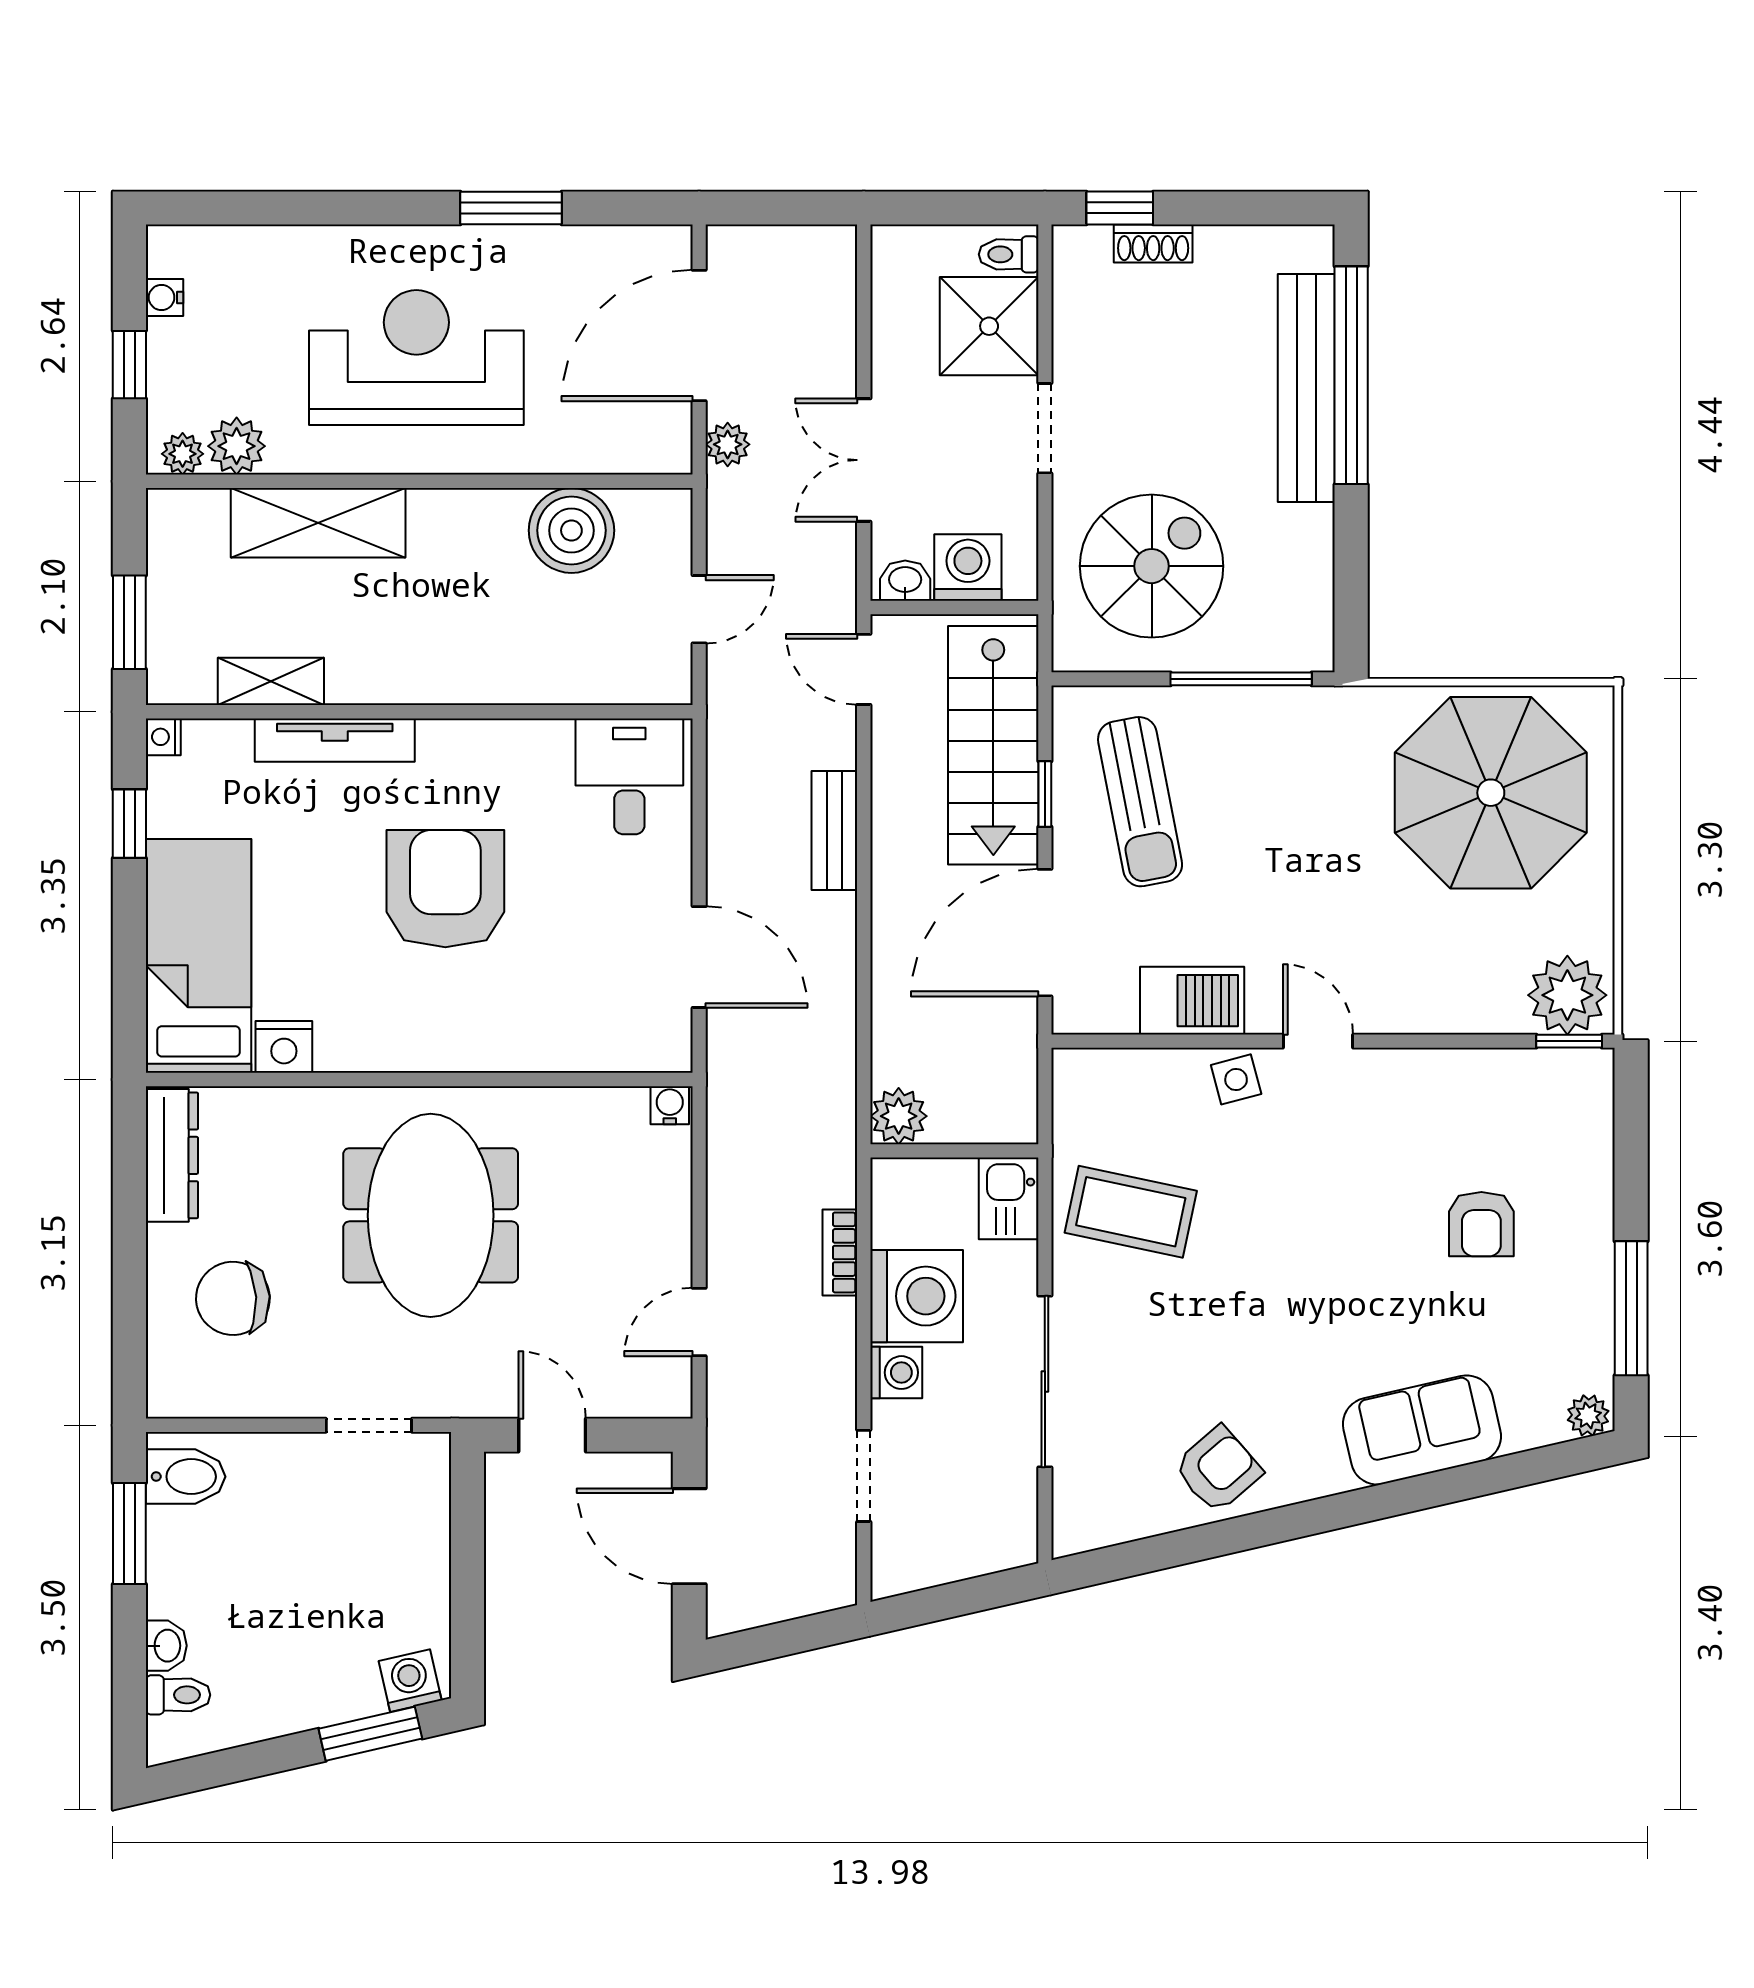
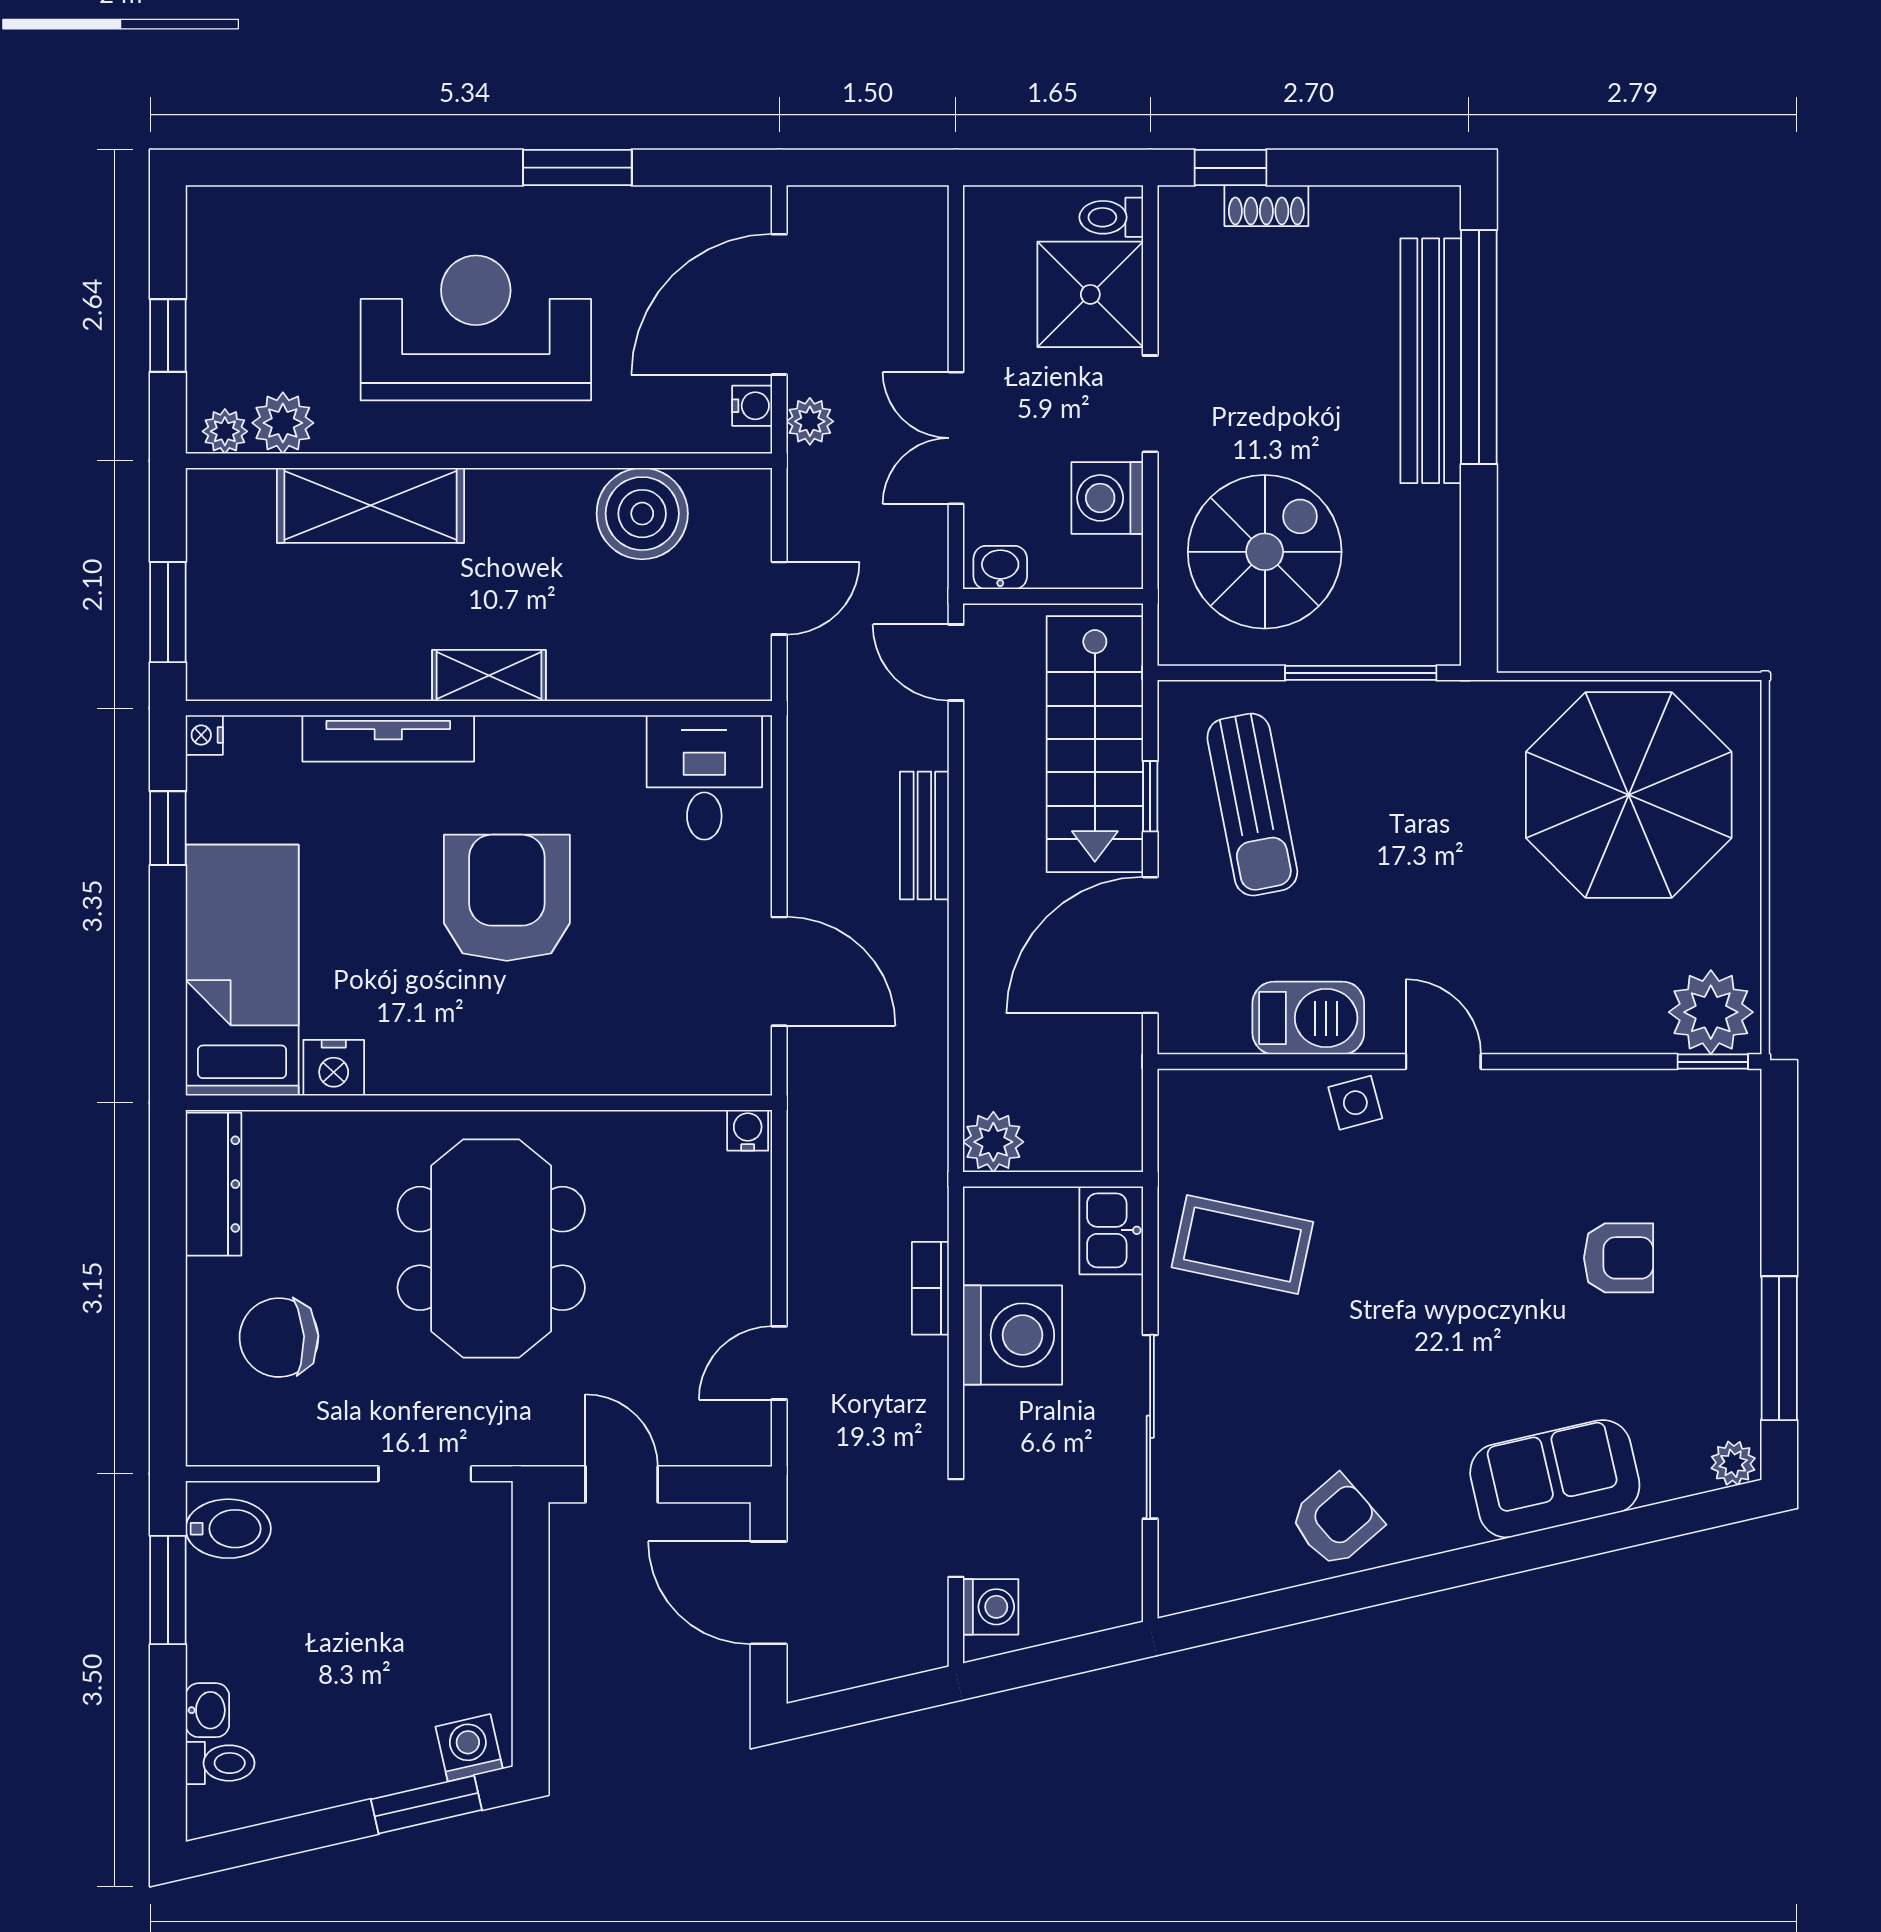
water cooler: (165, 297) -> (752, 406), moved, turned 180
washing machine: (968, 568) -> (1107, 498), moved, turned -90
shelving: (271, 681) -> (489, 676), moved
armchair: (1481, 1224) -> (1619, 1258), turned -90
washing machine: (896, 1373) -> (991, 1607), moved

